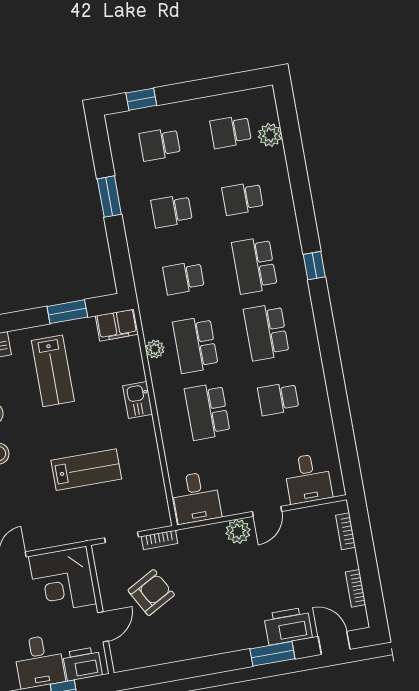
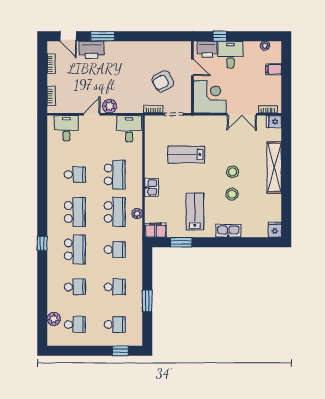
door: (103, 627) -> (192, 67), swing flipped

